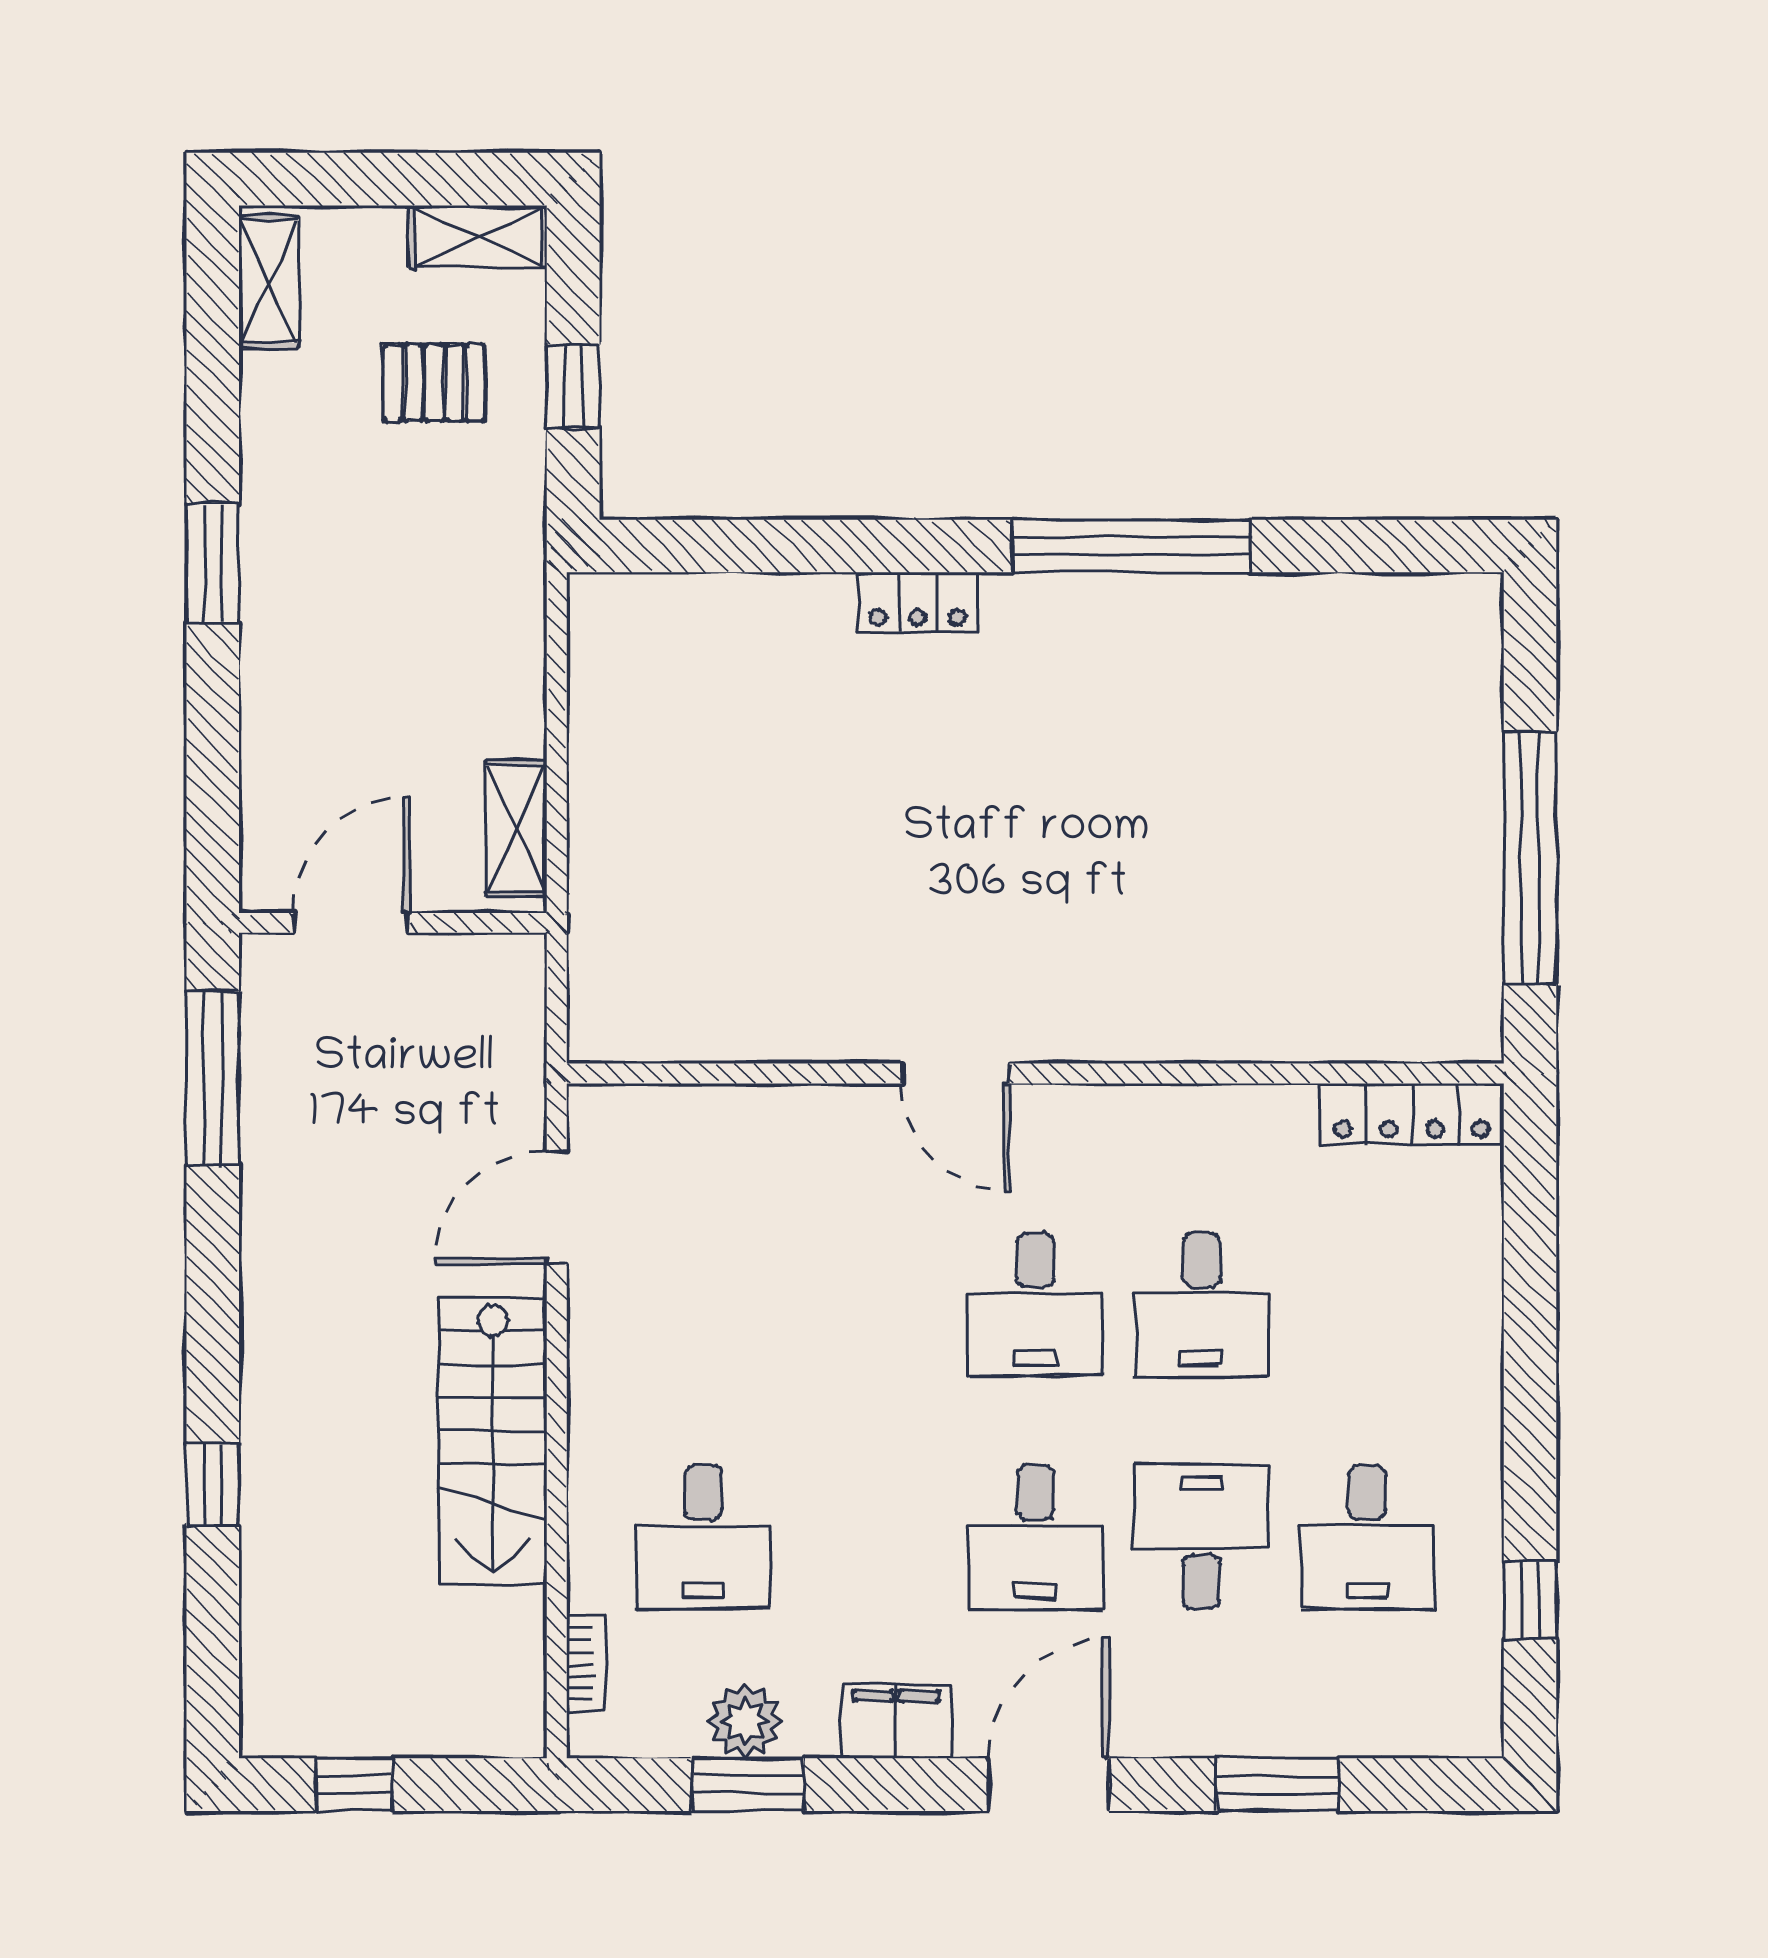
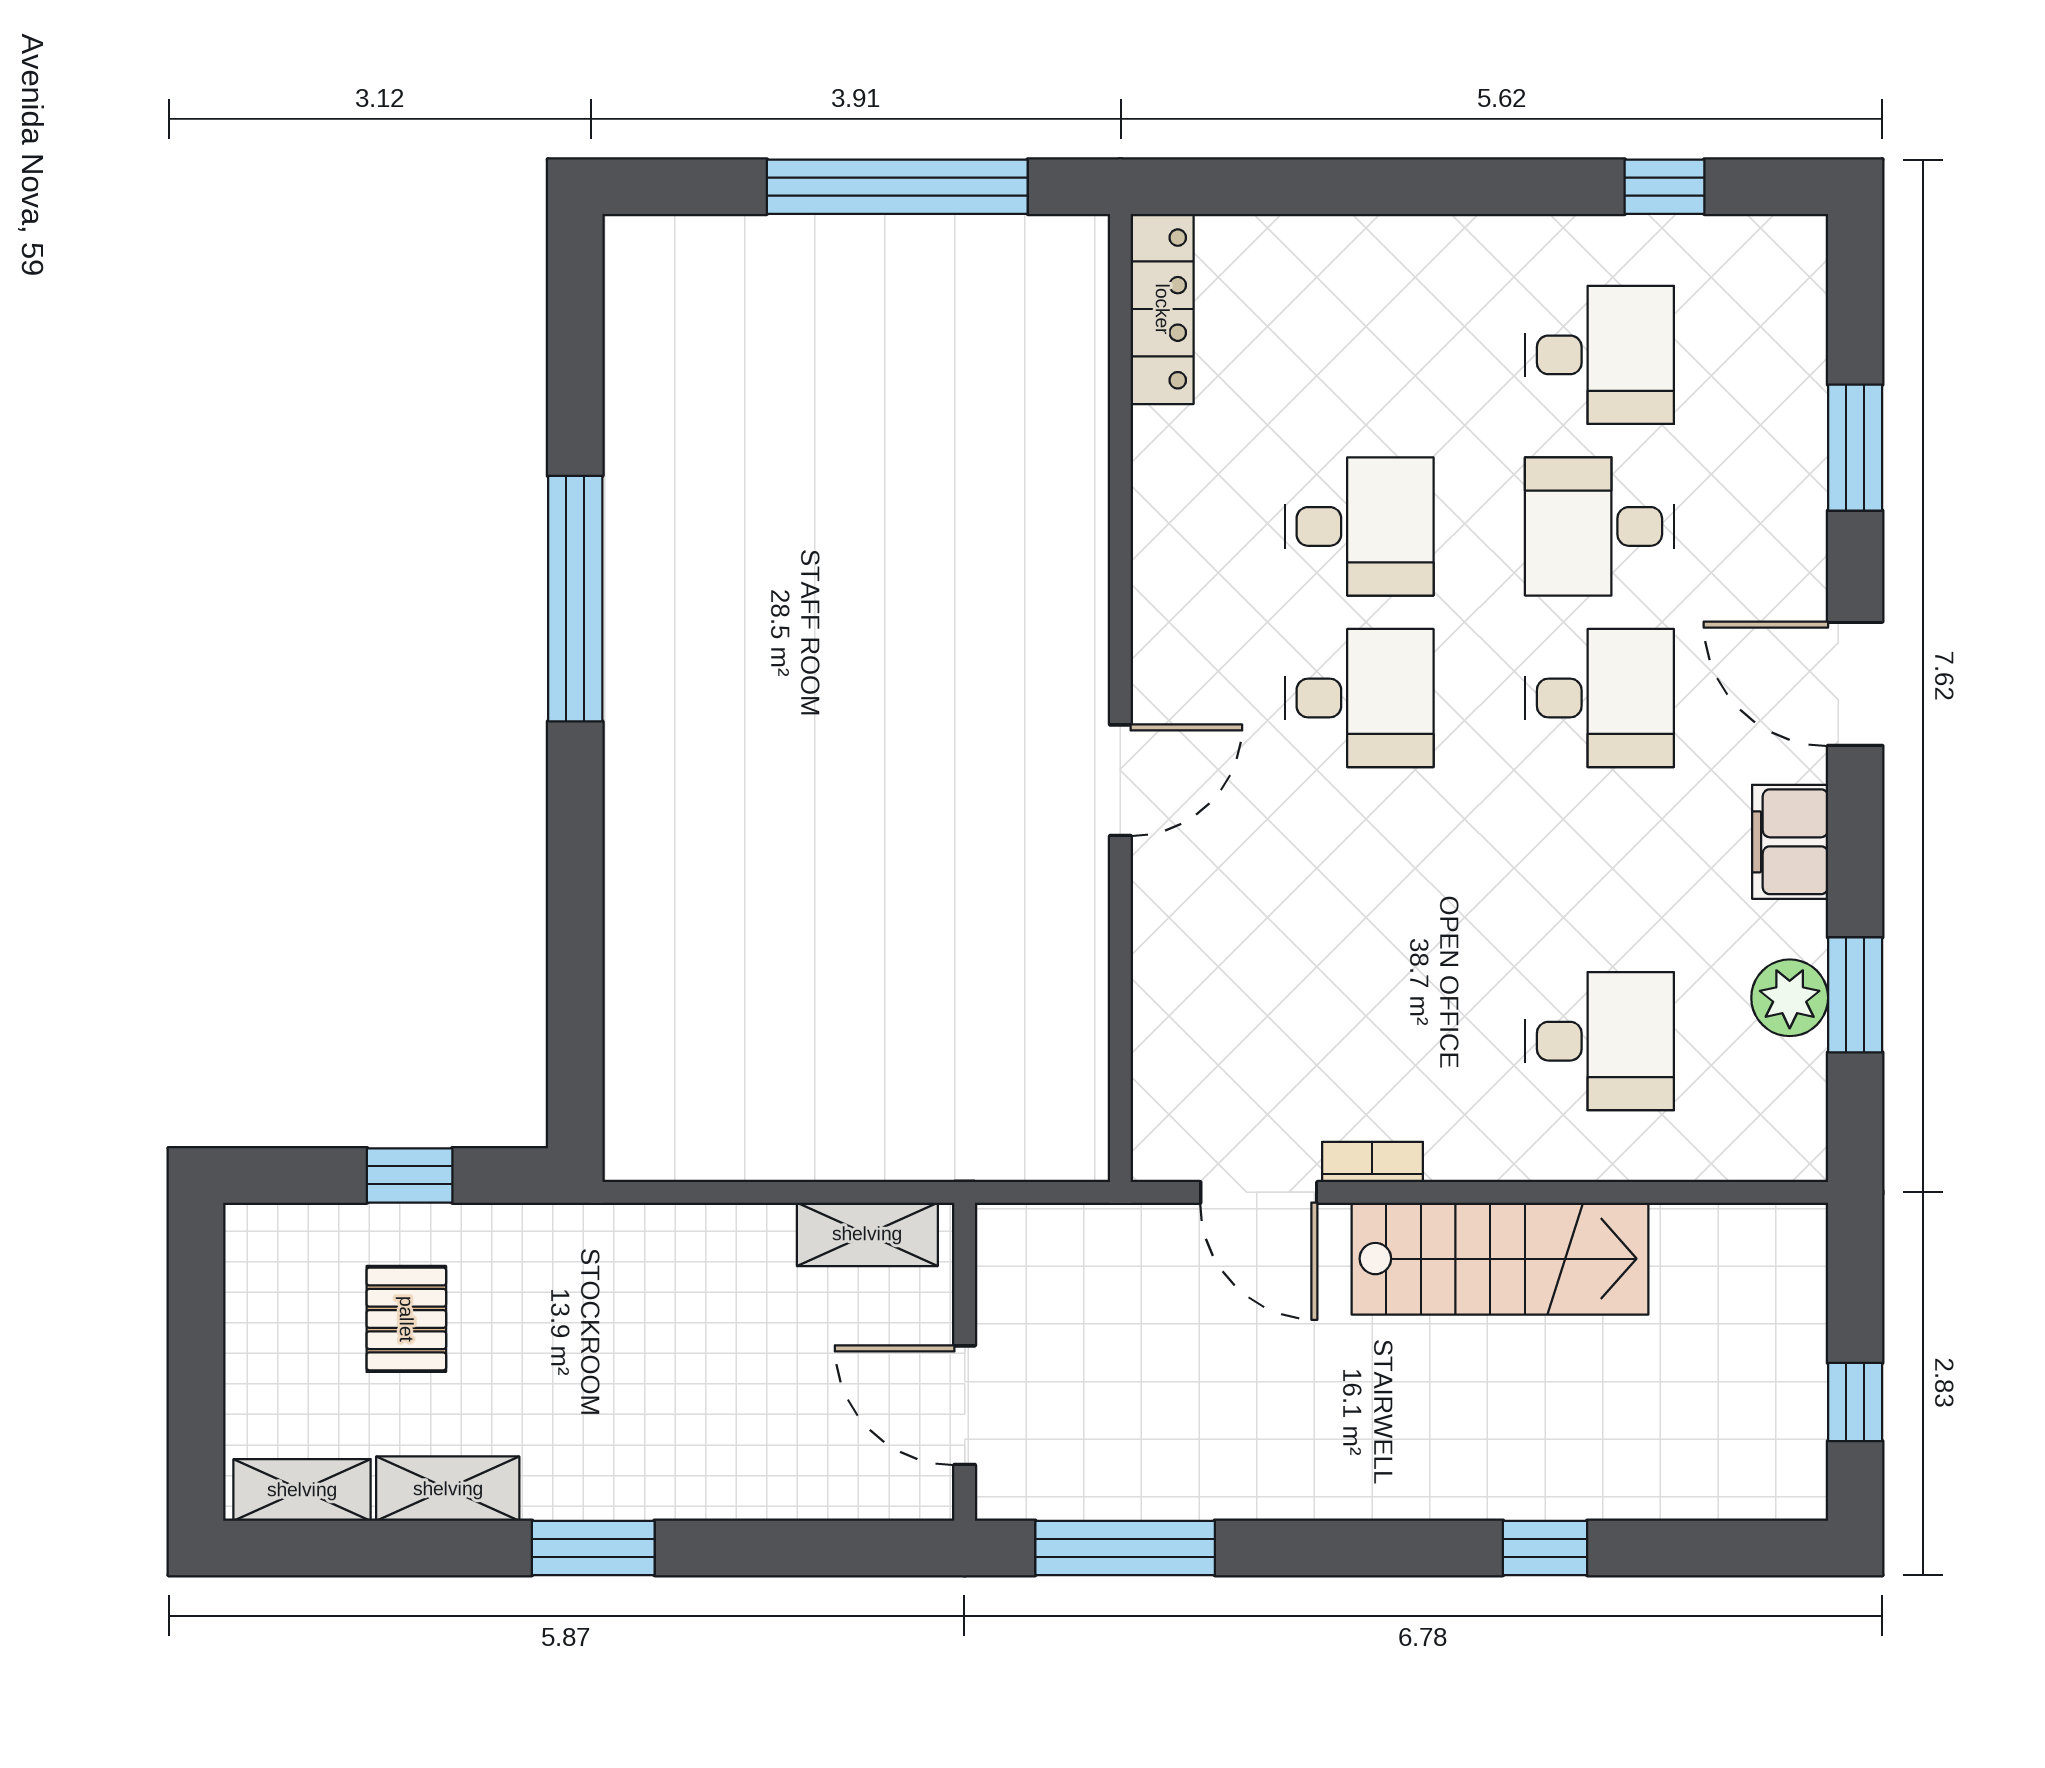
shelving: (478, 236) -> (448, 1489), moved, turned 90
locker: (918, 602) -> (633, 820), removed
bookcase: (586, 1664) -> (1372, 1162), moved

